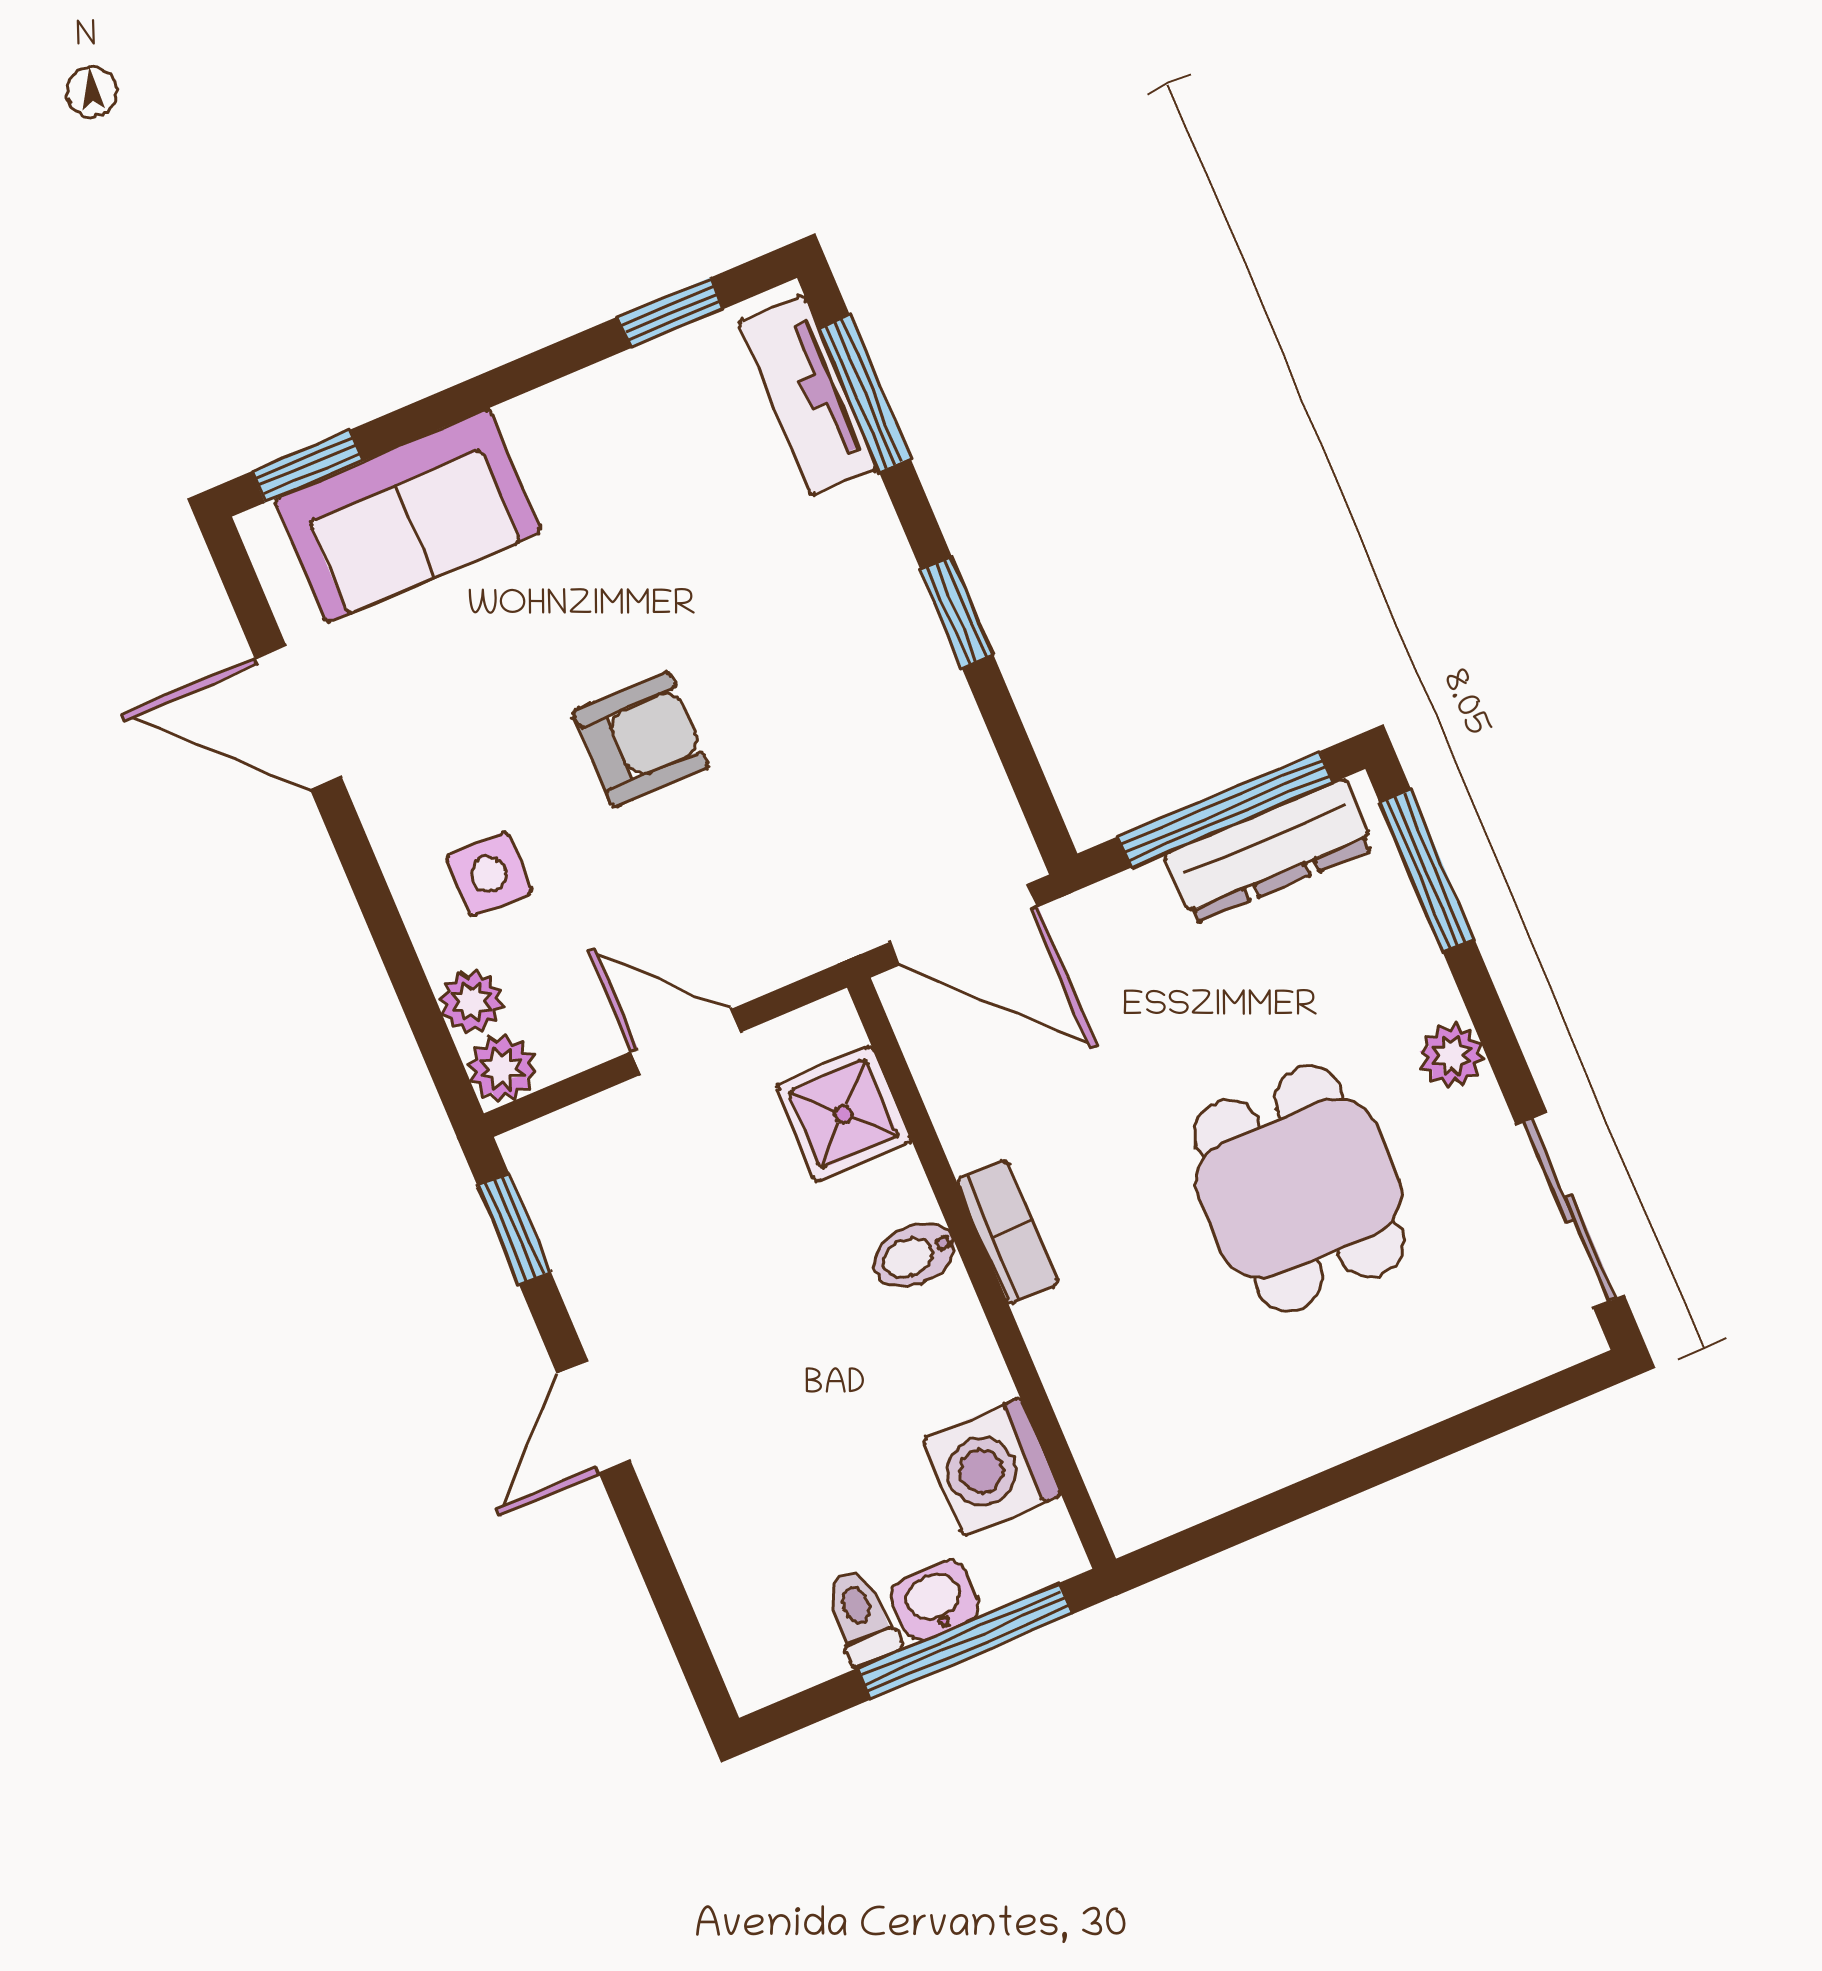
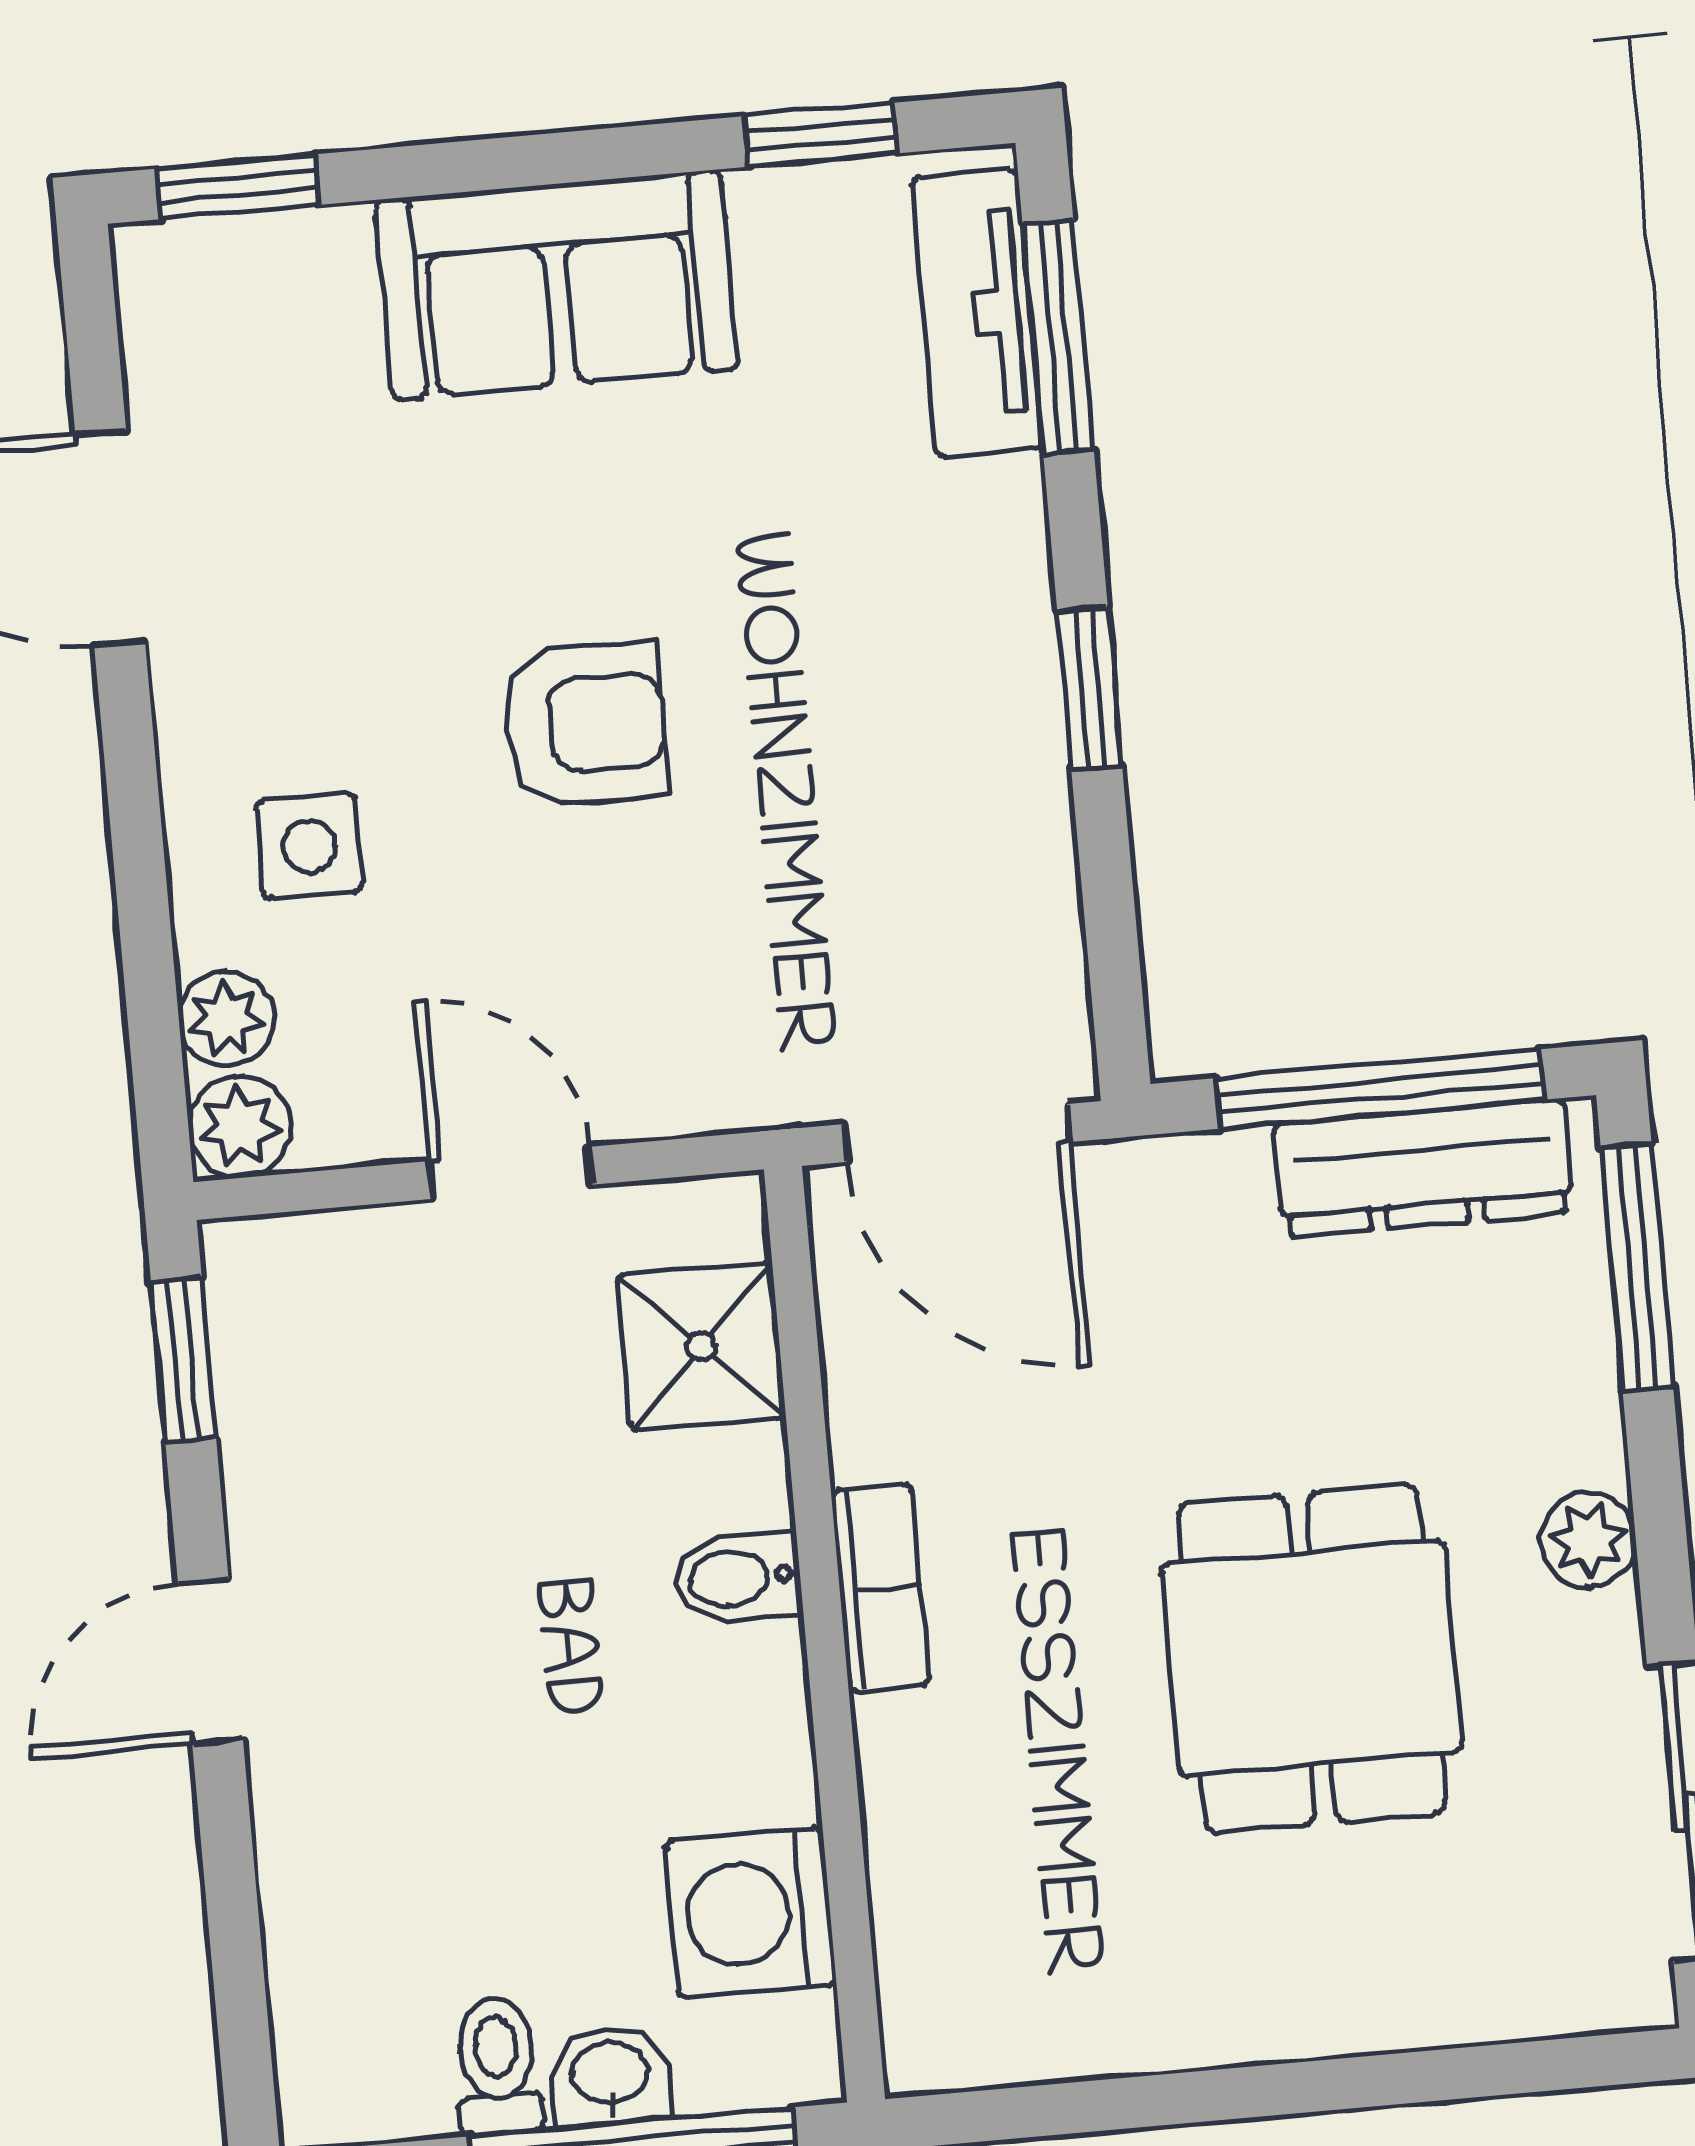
sofa: (408, 516) -> (557, 285), moved

